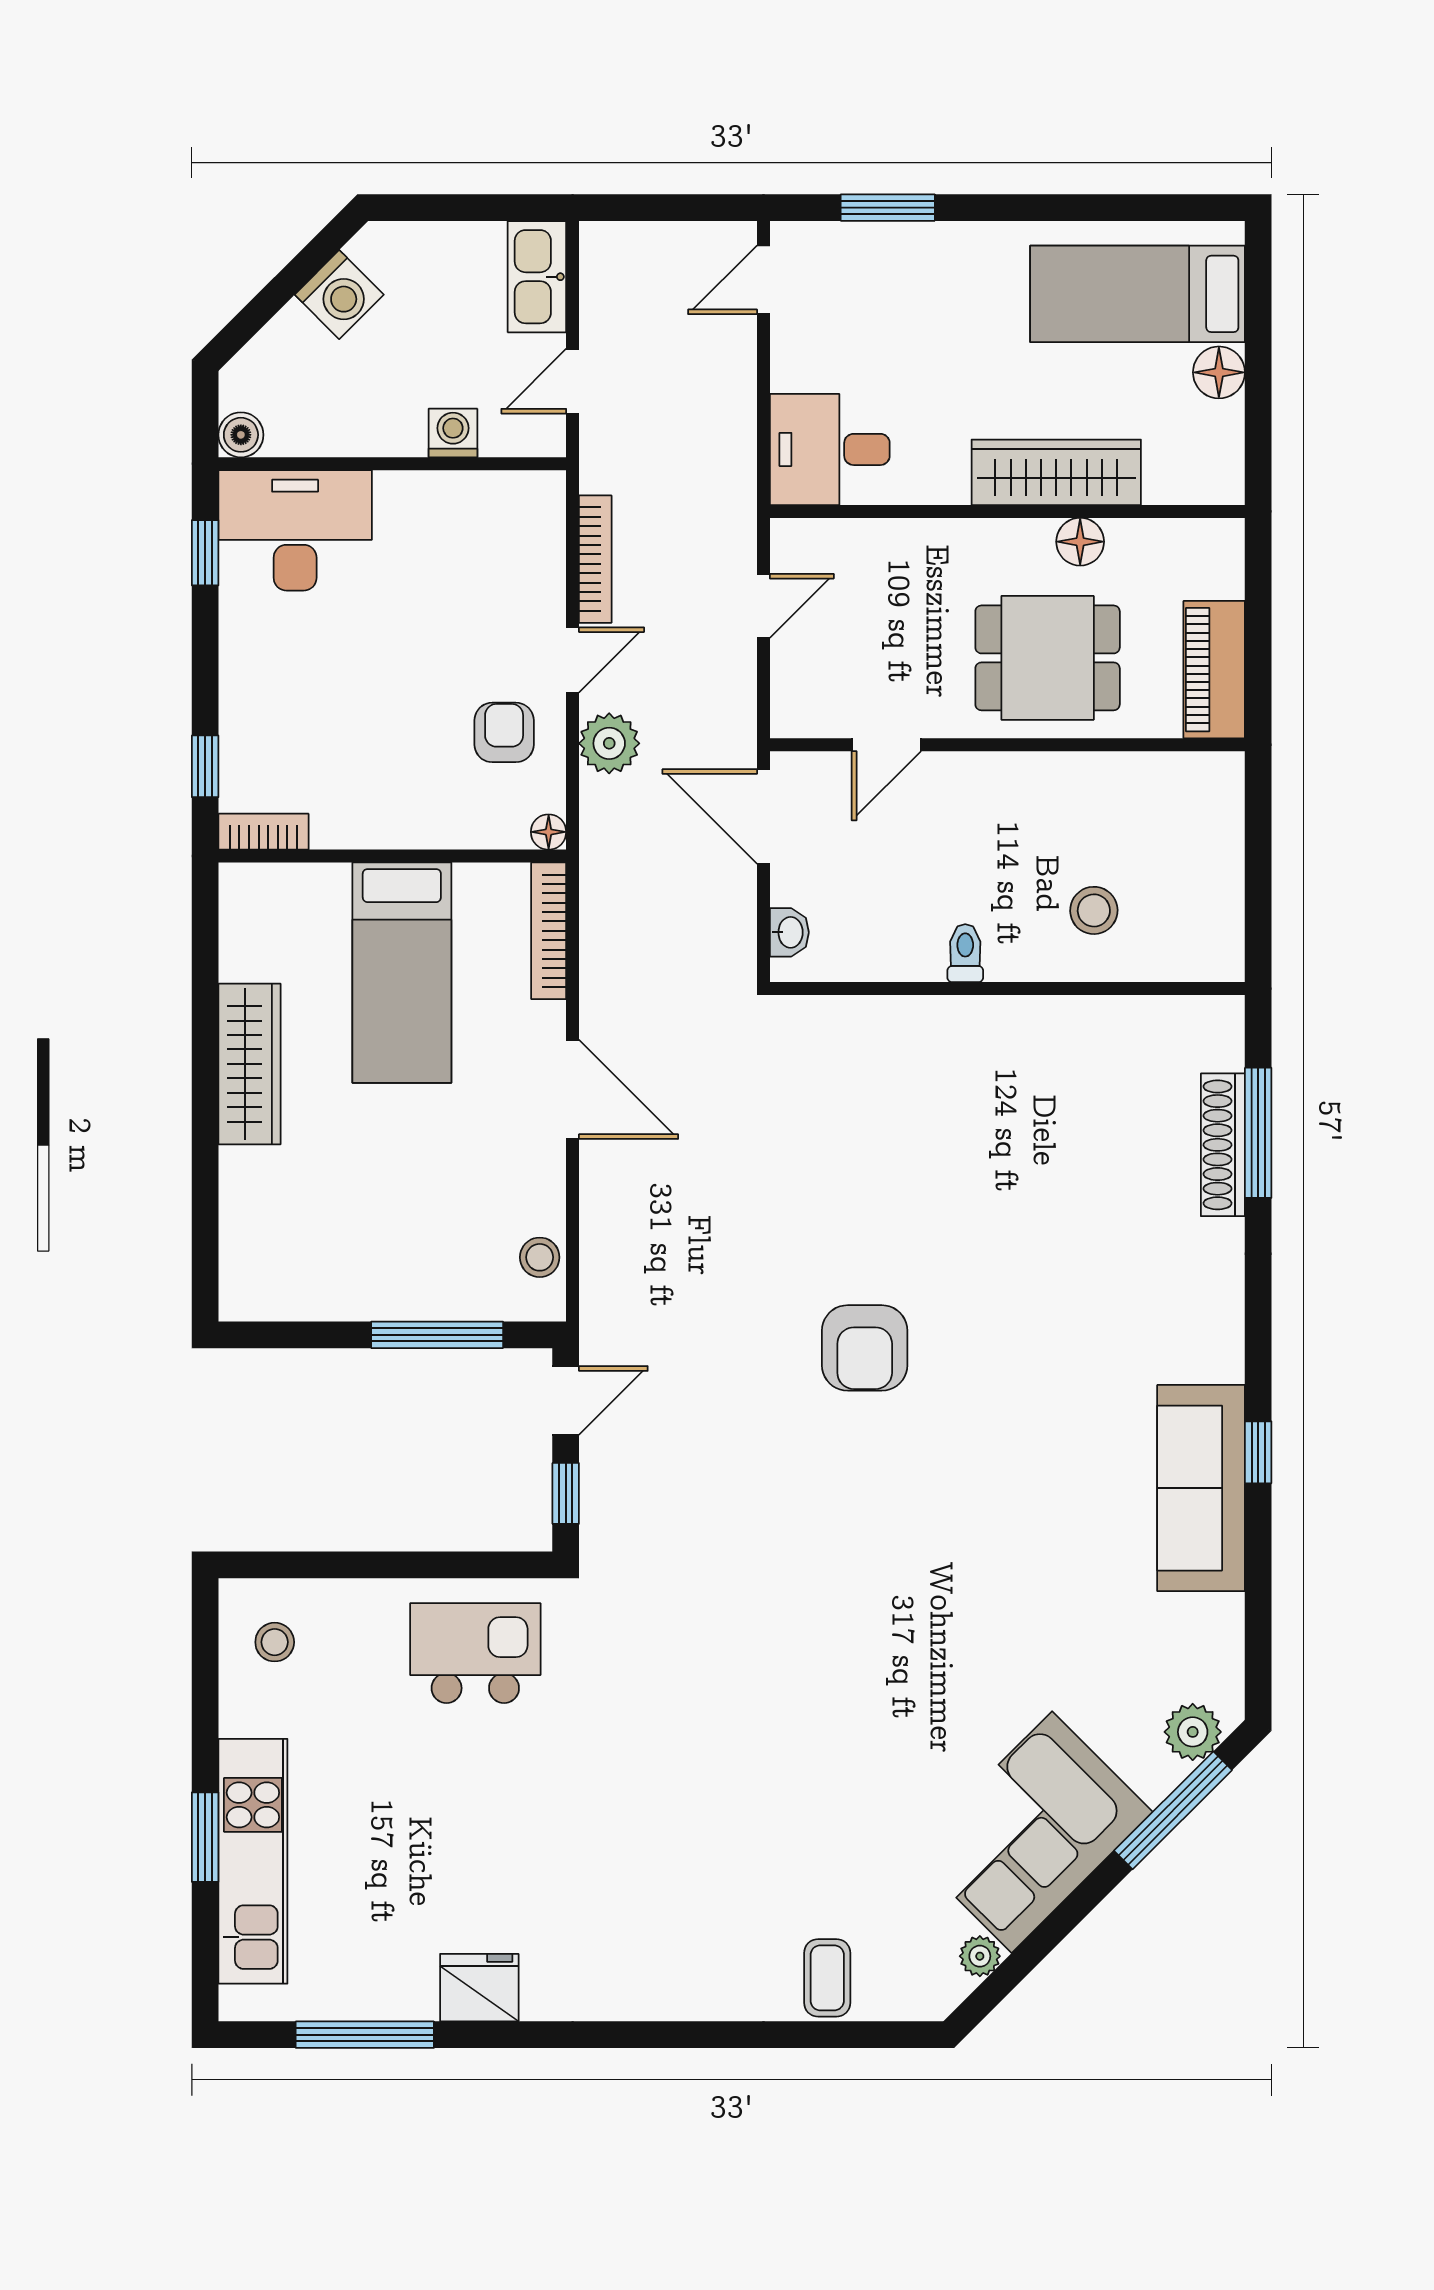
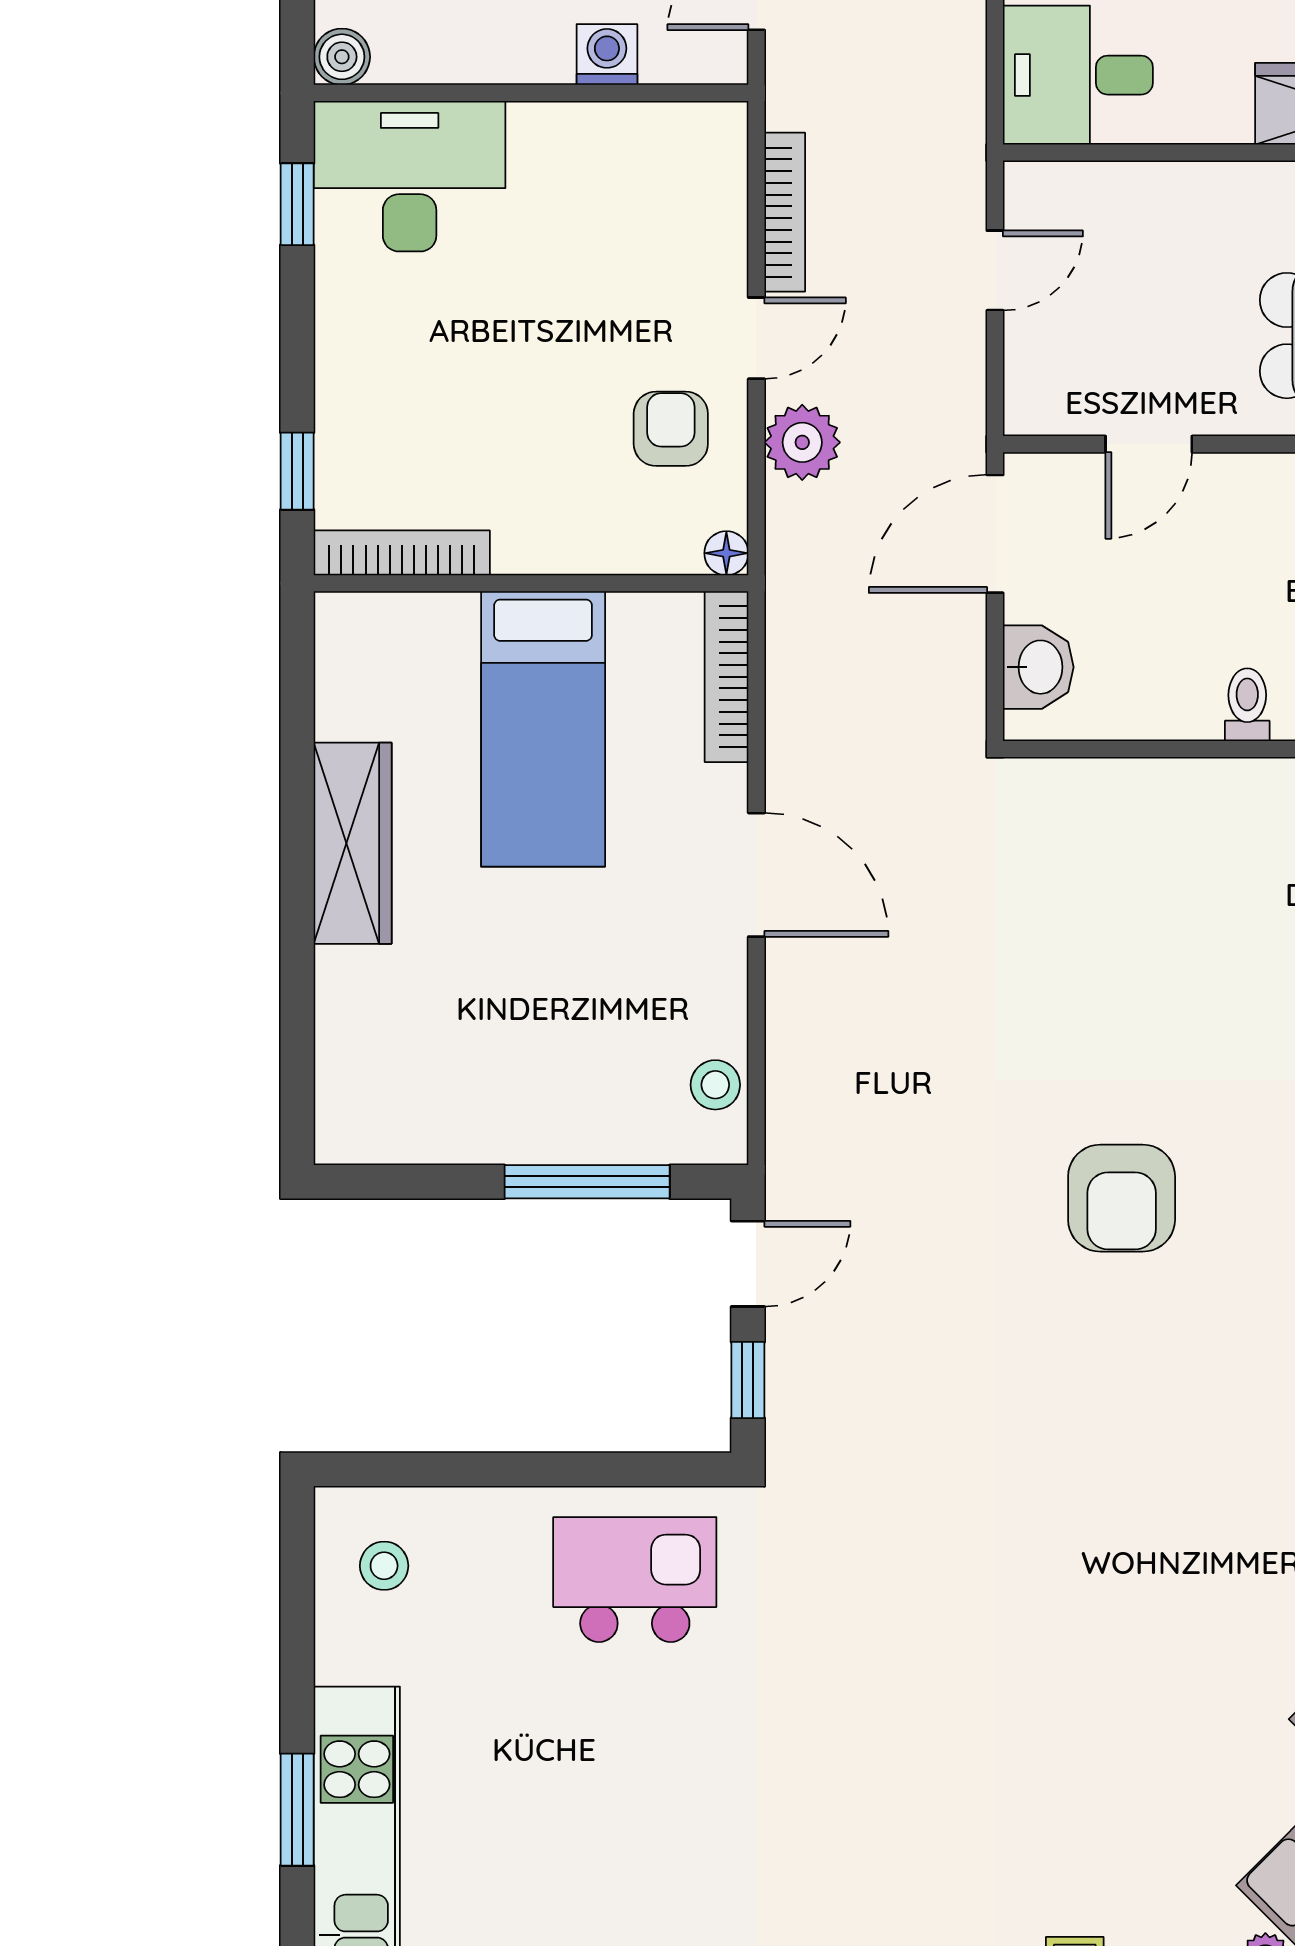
door: (763, 816) -> (995, 534), hinge flipped
bookcase: (263, 832) -> (402, 553), width x1.56
washbasin: (789, 932) -> (1038, 667), width x1.38, depth x1.45

